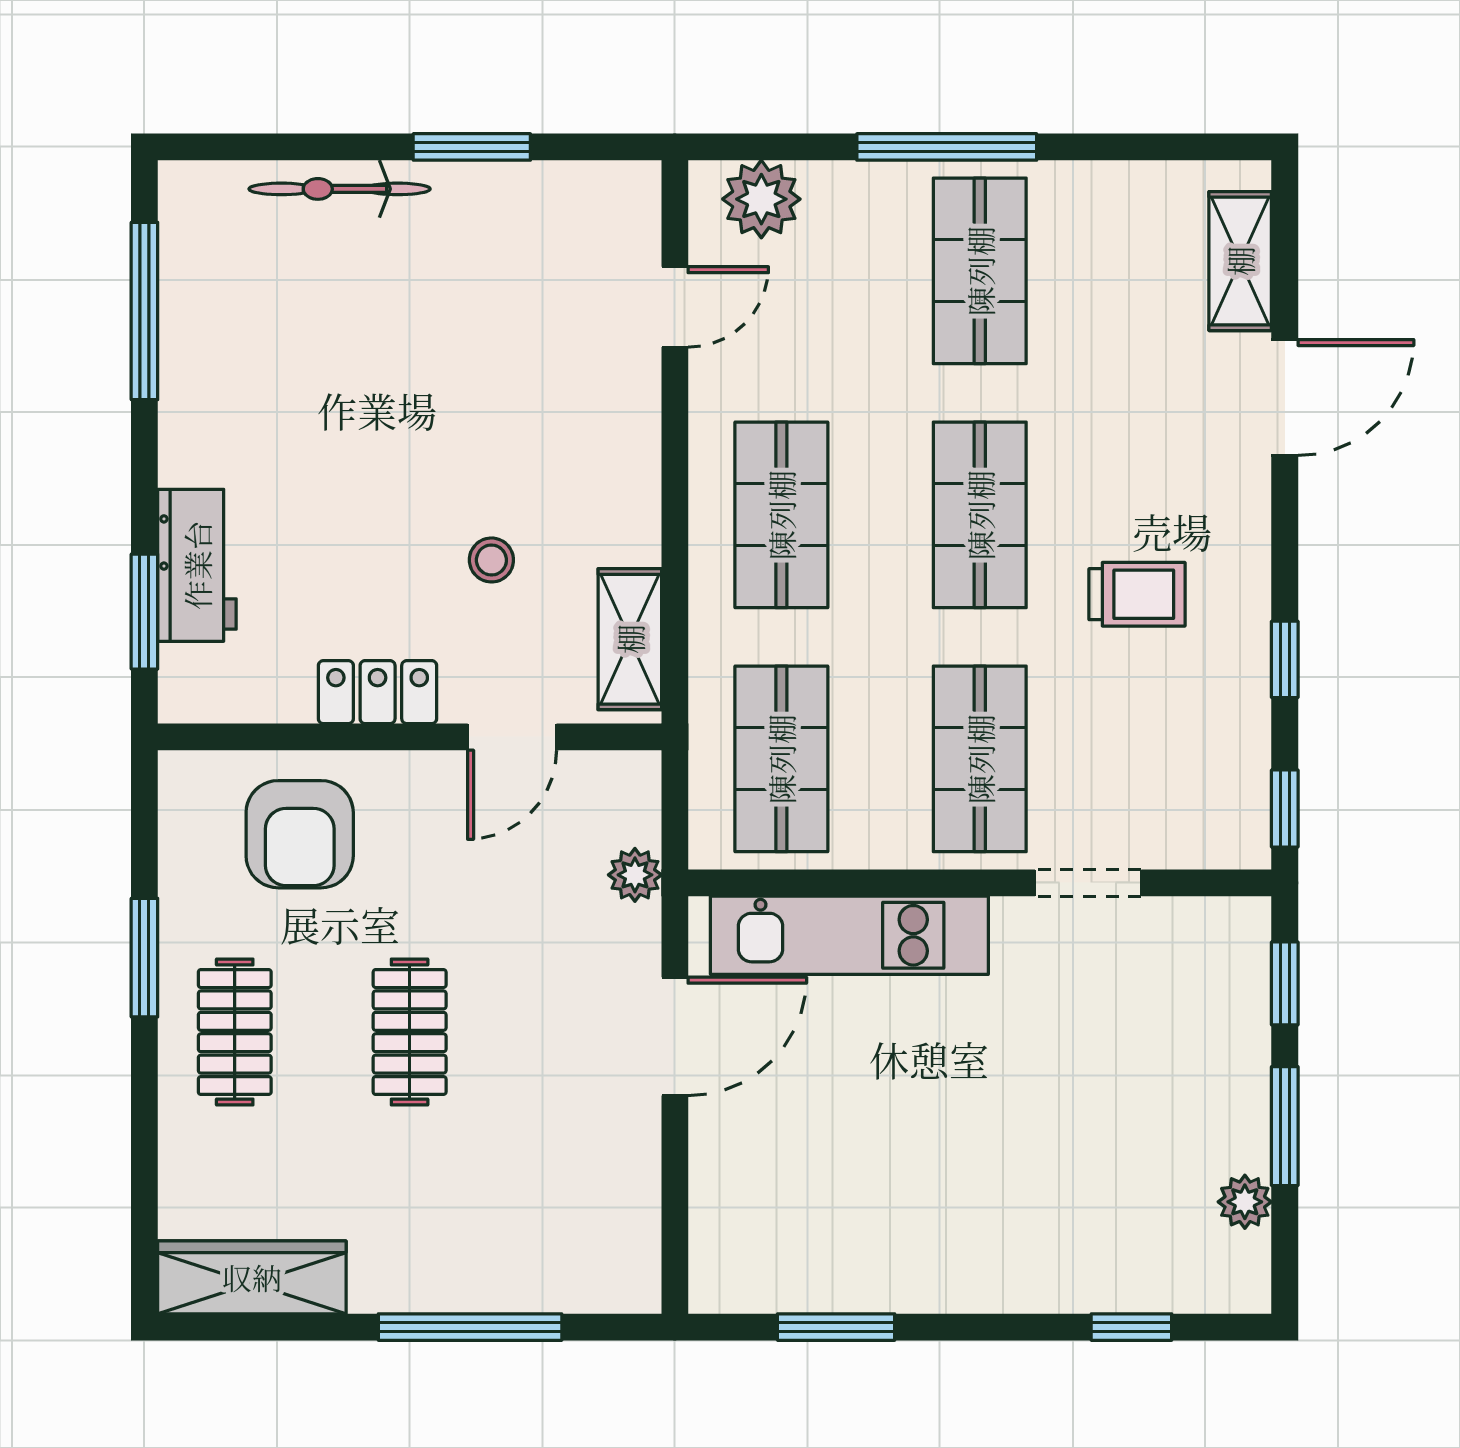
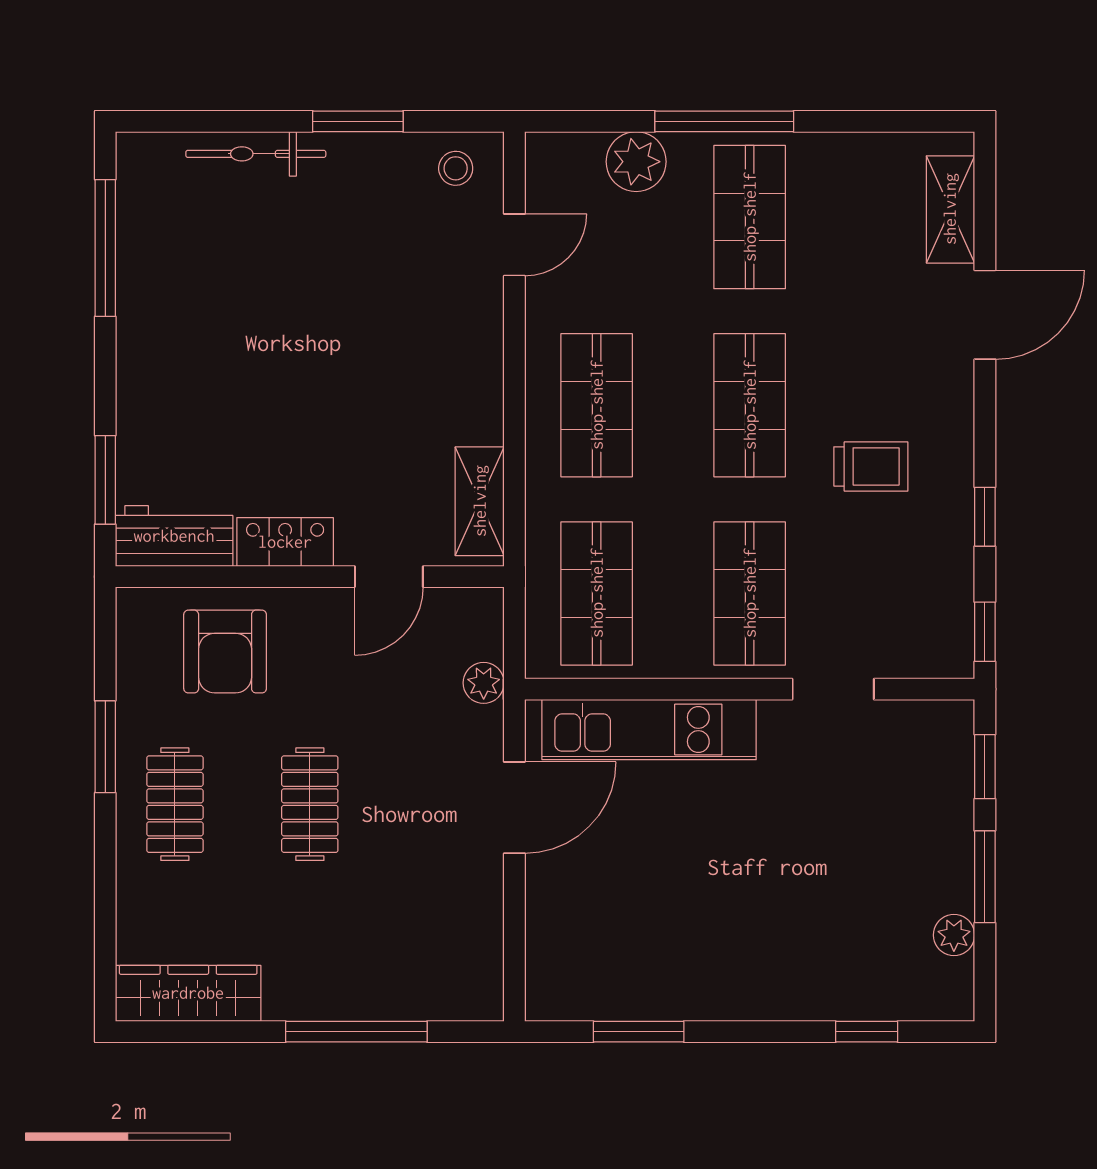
plant: (761, 199) -> (636, 162), moved
stool: (491, 560) -> (456, 168), moved
workbench: (197, 565) -> (174, 536), moved, turned -90

